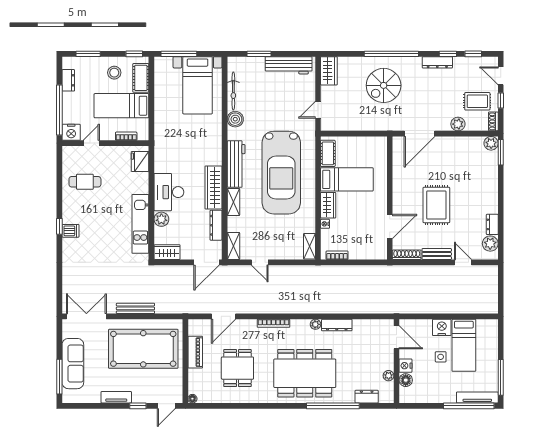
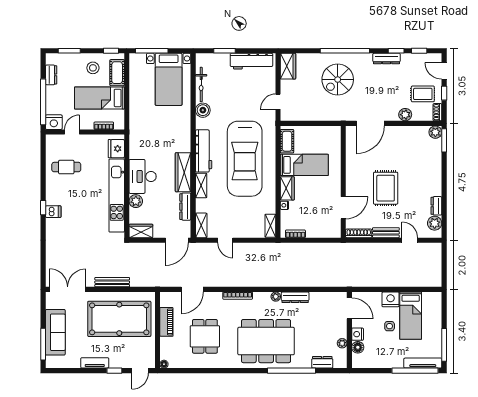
kitchen unit: (140, 224) -> (117, 196), width x1.36

